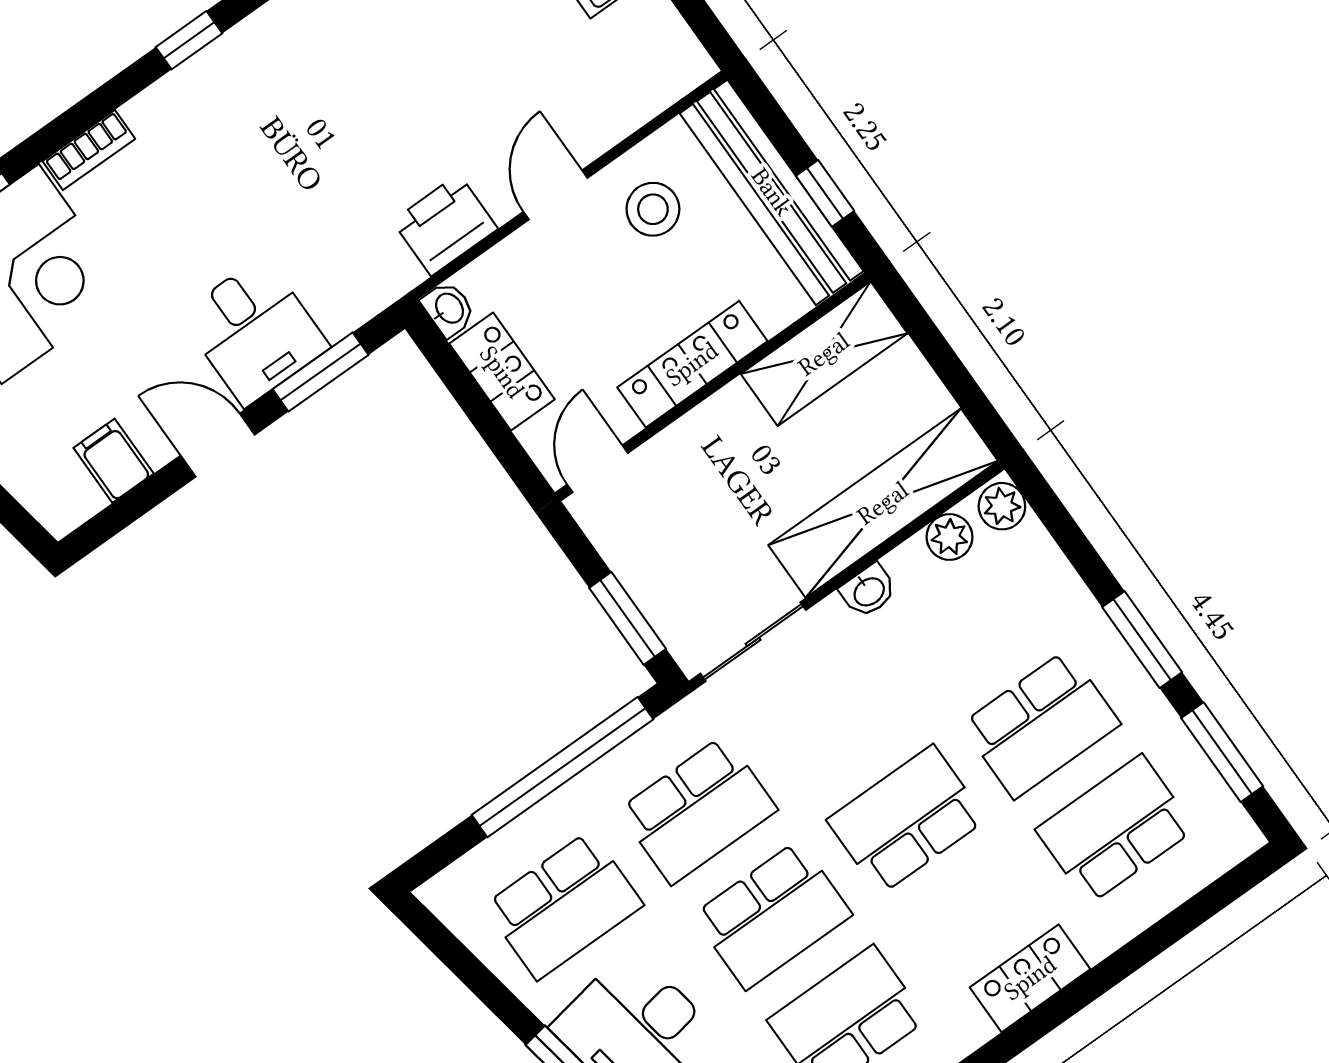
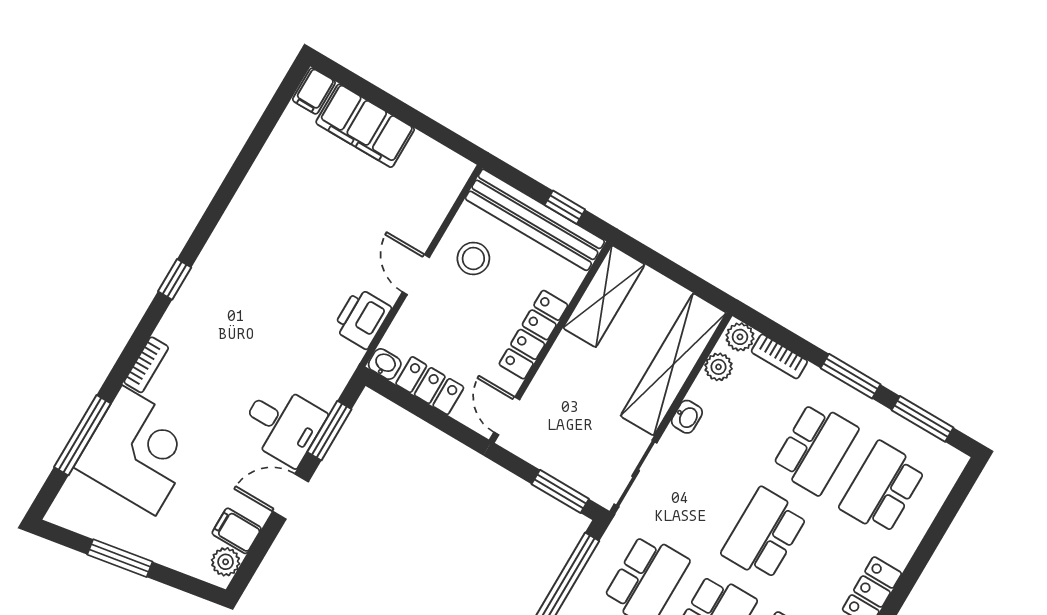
plant: (76, 500) -> (226, 562), added
bookcase: (1048, 562) -> (779, 356), added

